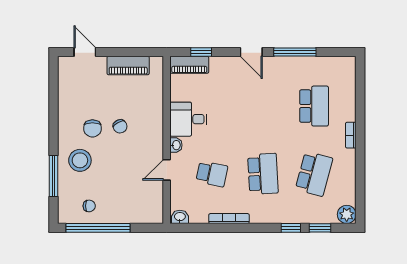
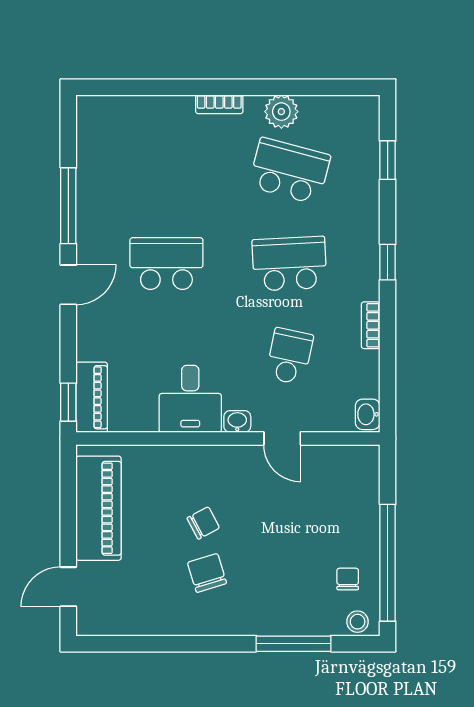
window: (201, 52) -> (68, 402), moved
piano: (128, 66) -> (99, 508), width x1.37, depth x1.33
school desk: (314, 106) -> (166, 264), moved
chair: (92, 128) -> (207, 573), turned -107
stool: (80, 160) -> (358, 622), moved, width x0.53, depth x0.53
plant: (347, 214) -> (281, 112), moved
bookcase: (229, 219) -> (371, 325), width x0.64
window: (291, 228) -> (388, 262), moved

